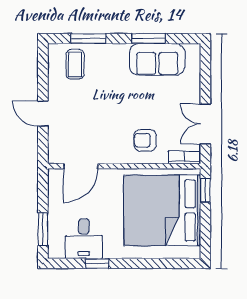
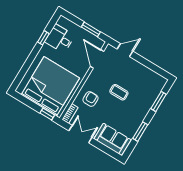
sofa: (157, 59) -> (112, 139), moved, turned 90
coffee table: (75, 64) -> (119, 92), moved
door: (43, 114) -> (125, 50), moved
window: (43, 229) -> (91, 29), moved

